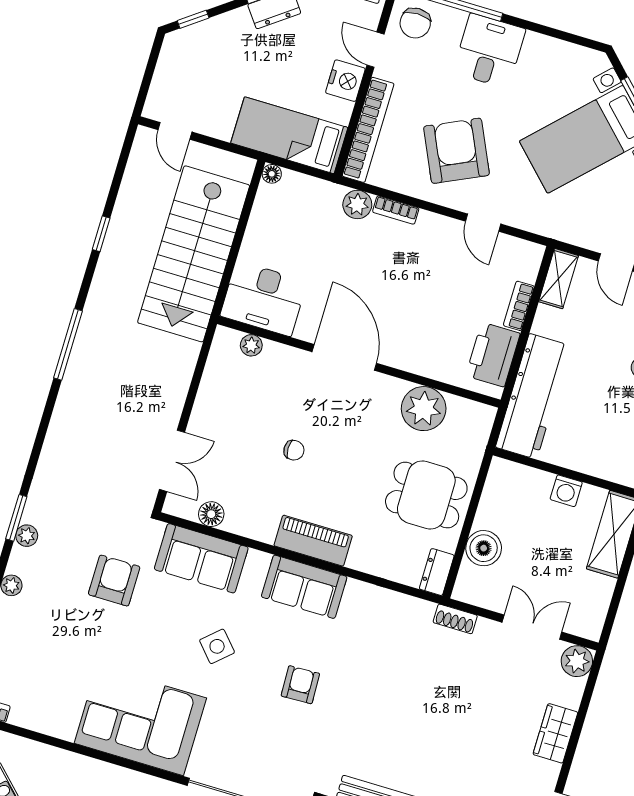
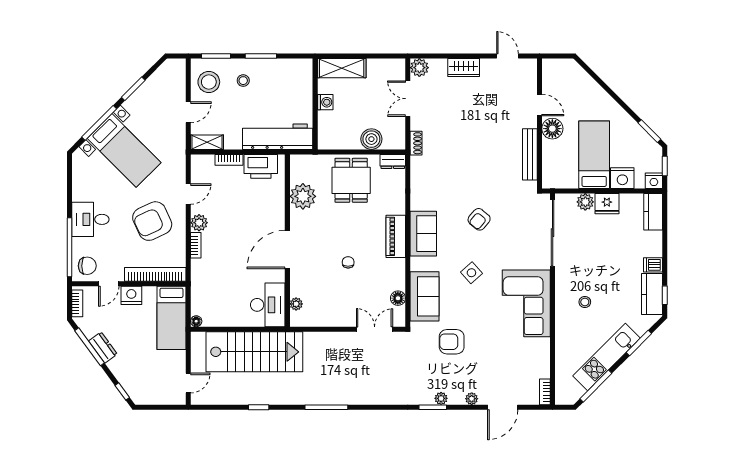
plant: (357, 204) -> (199, 223), moved
armchair: (300, 685) -> (479, 219), turned -48

